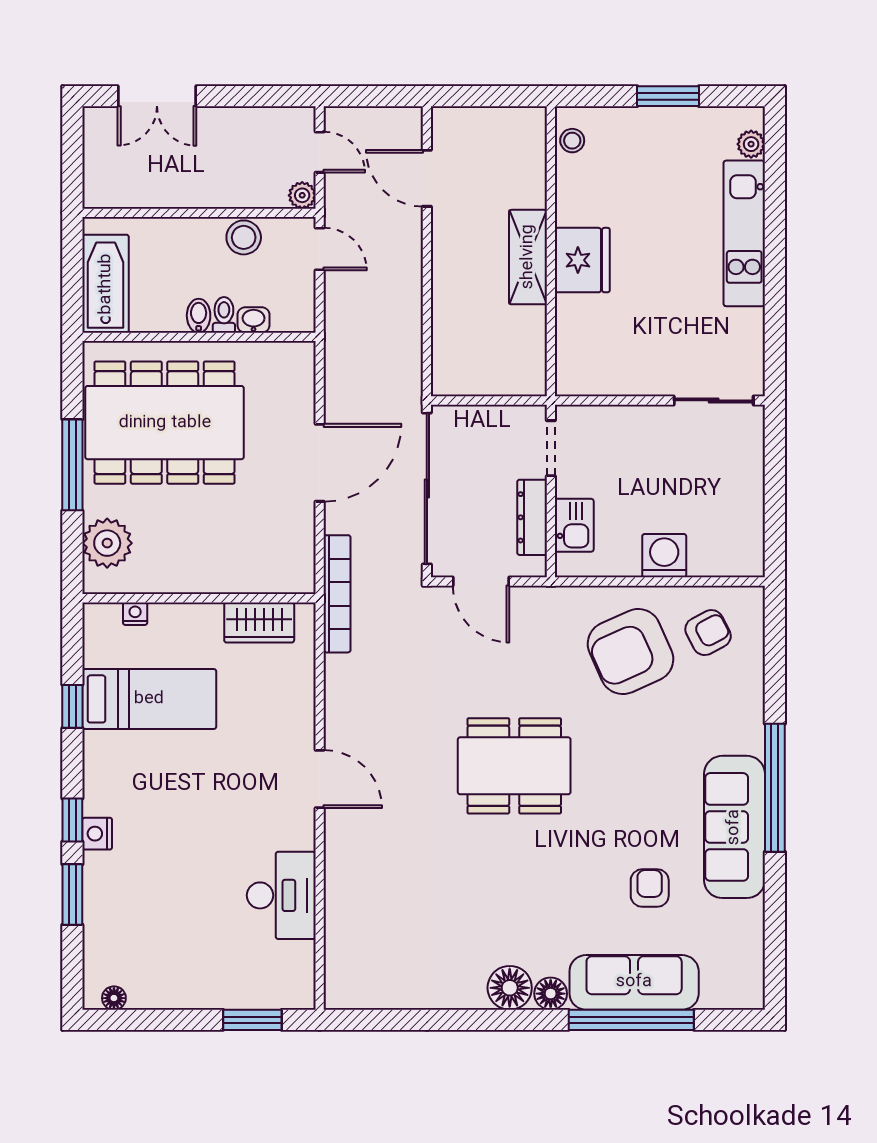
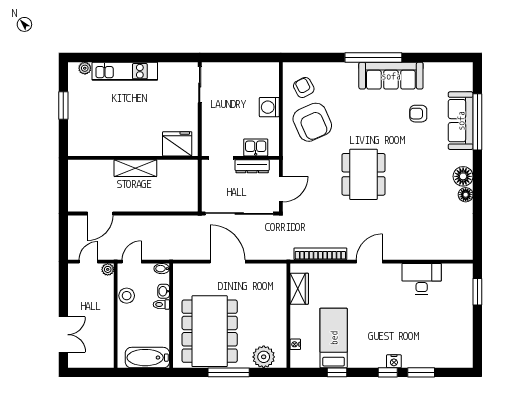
stool: (572, 141) -> (83, 148), removed
fridge: (582, 260) -> (177, 144), moved
bidet: (199, 316) -> (162, 269), moved
bookcase: (337, 594) -> (320, 254), moved
floor lamp: (551, 994) -> (466, 195), moved
floor lamp: (114, 998) -> (468, 354), removed

